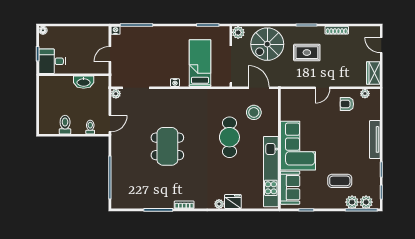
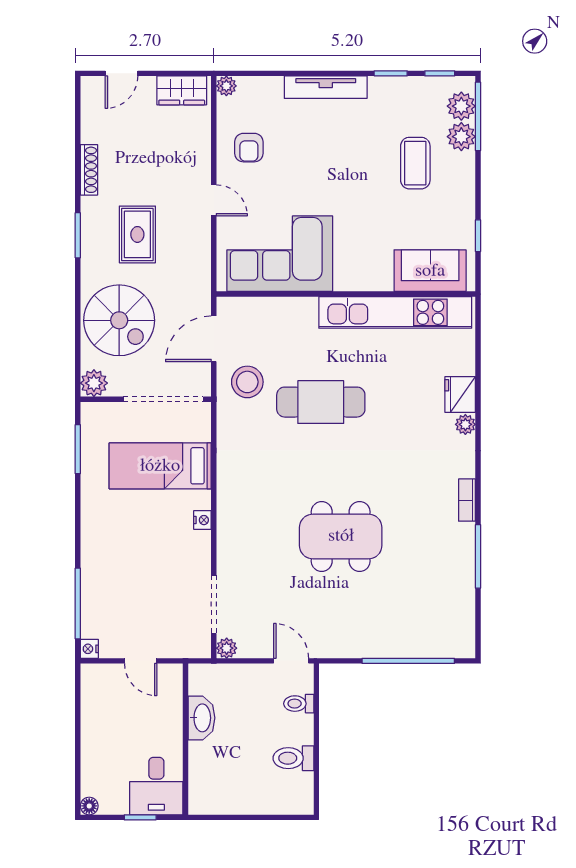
plant: (365, 94) -> (226, 86), moved
stool: (254, 112) -> (247, 382), moved
corner sofa: (298, 146) -> (280, 254), moved

